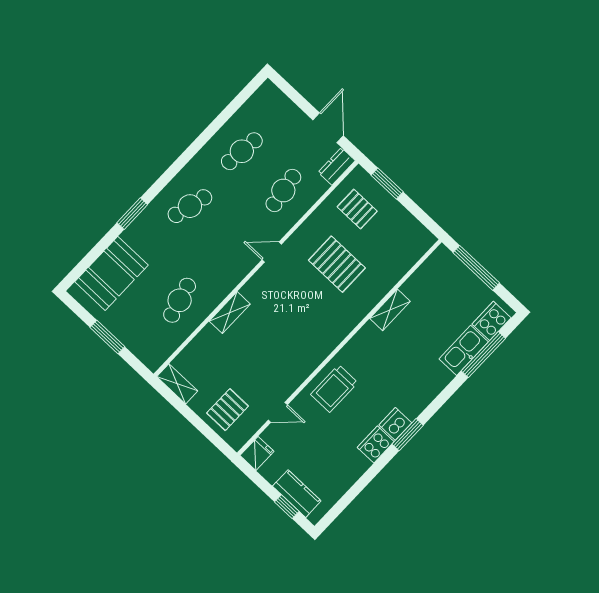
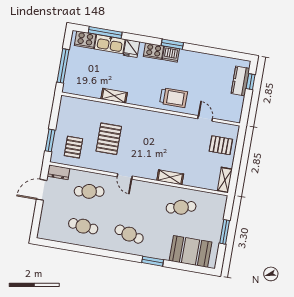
cooker: (376, 445) -> (154, 51), moved
fridge: (257, 453) -> (131, 48), moved, turned -90

